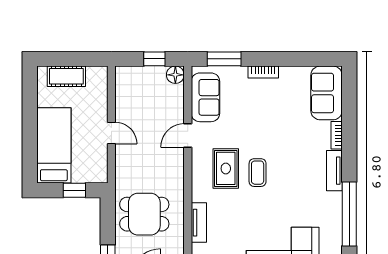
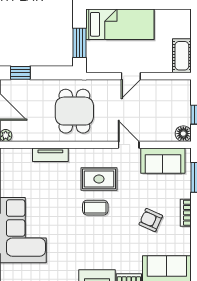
cot: (66, 76) -> (182, 56), moved
armchair: (271, 111) -> (151, 220), added
window: (74, 190) -> (79, 43), width x1.50
dining table: (144, 214) -> (74, 111), moved

